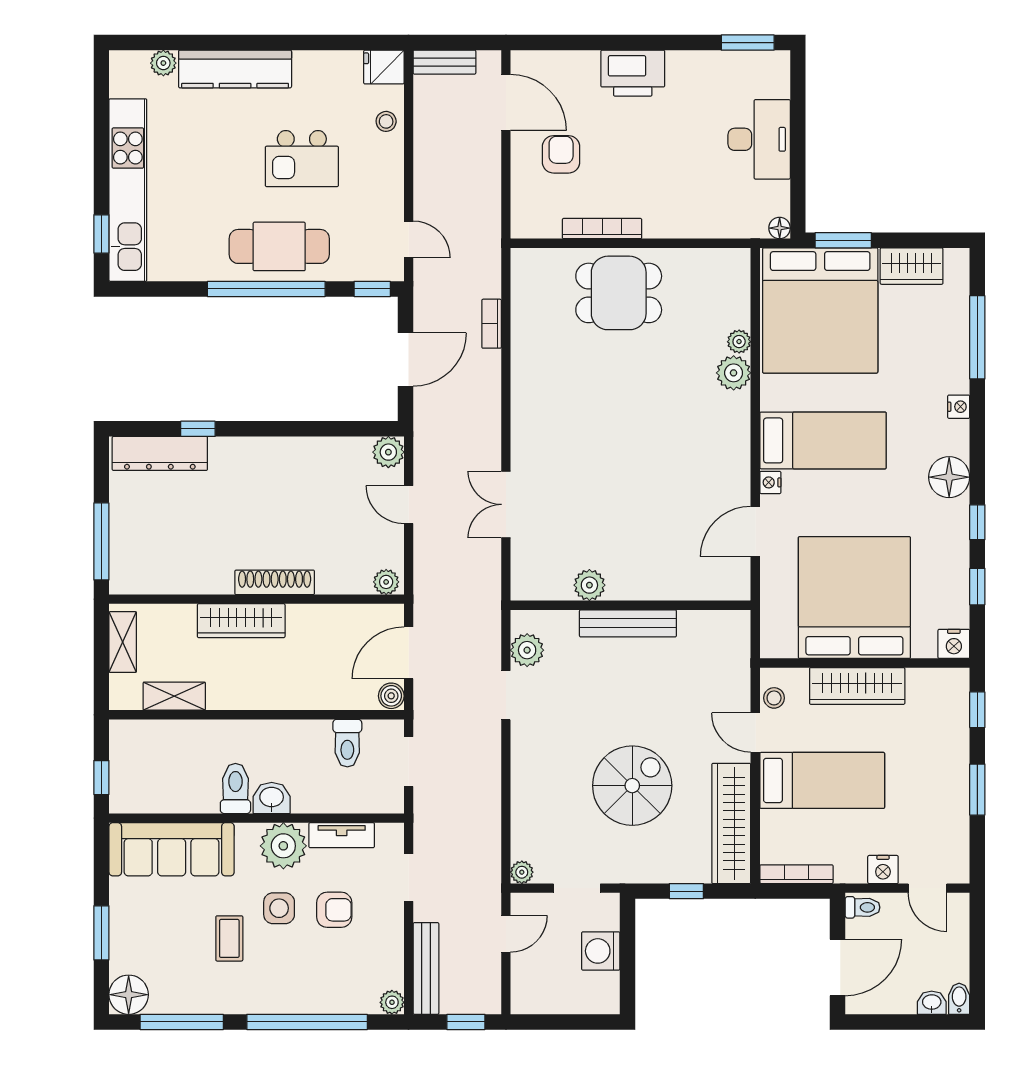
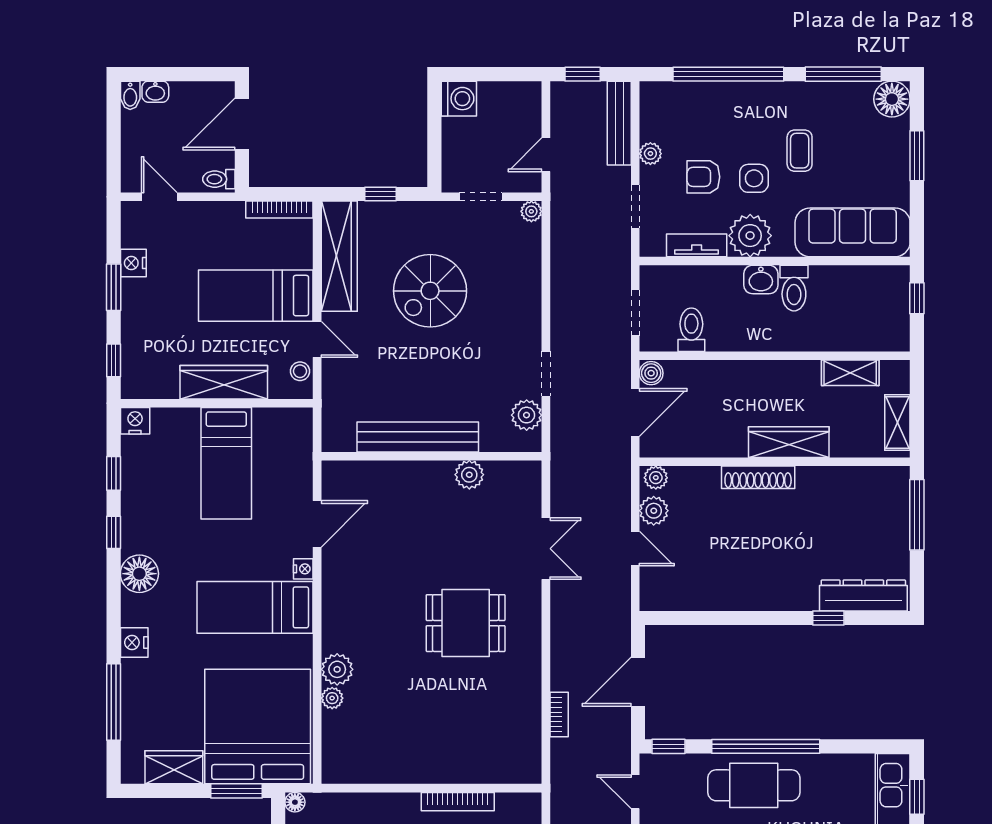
dining table: (619, 293) -> (466, 623), moved
nightstand: (959, 407) -> (134, 643), width x1.39, depth x1.35
plant: (388, 452) -> (654, 511), moved
bed: (854, 598) -> (226, 463), width x0.49
bench: (628, 623) -> (418, 437), width x1.37, depth x1.21
nightstand: (883, 870) -> (133, 263), moved, turned -90
washing machine: (601, 951) -> (459, 99), moved
plant: (392, 1002) -> (650, 154), moved

